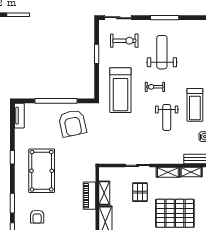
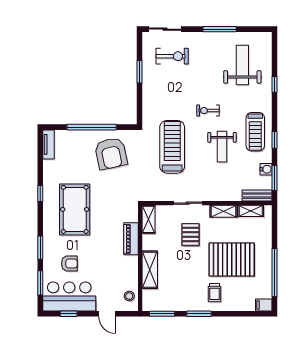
weight bench: (162, 52) -> (242, 65), moved
treadmill: (120, 90) -> (172, 147), moved, turned 180
shelving: (104, 193) -> (149, 219), moved
armchair: (37, 217) -> (69, 264), turned -90

